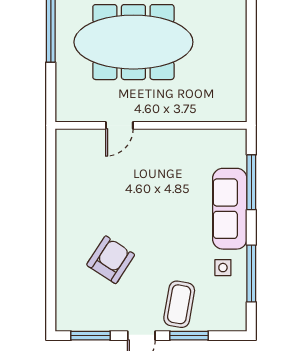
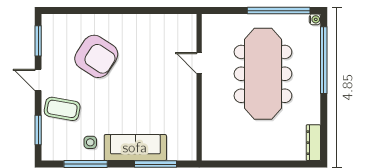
armchair: (111, 260) -> (96, 56), width x1.36, depth x1.36
window: (189, 336) -> (38, 130), moved

